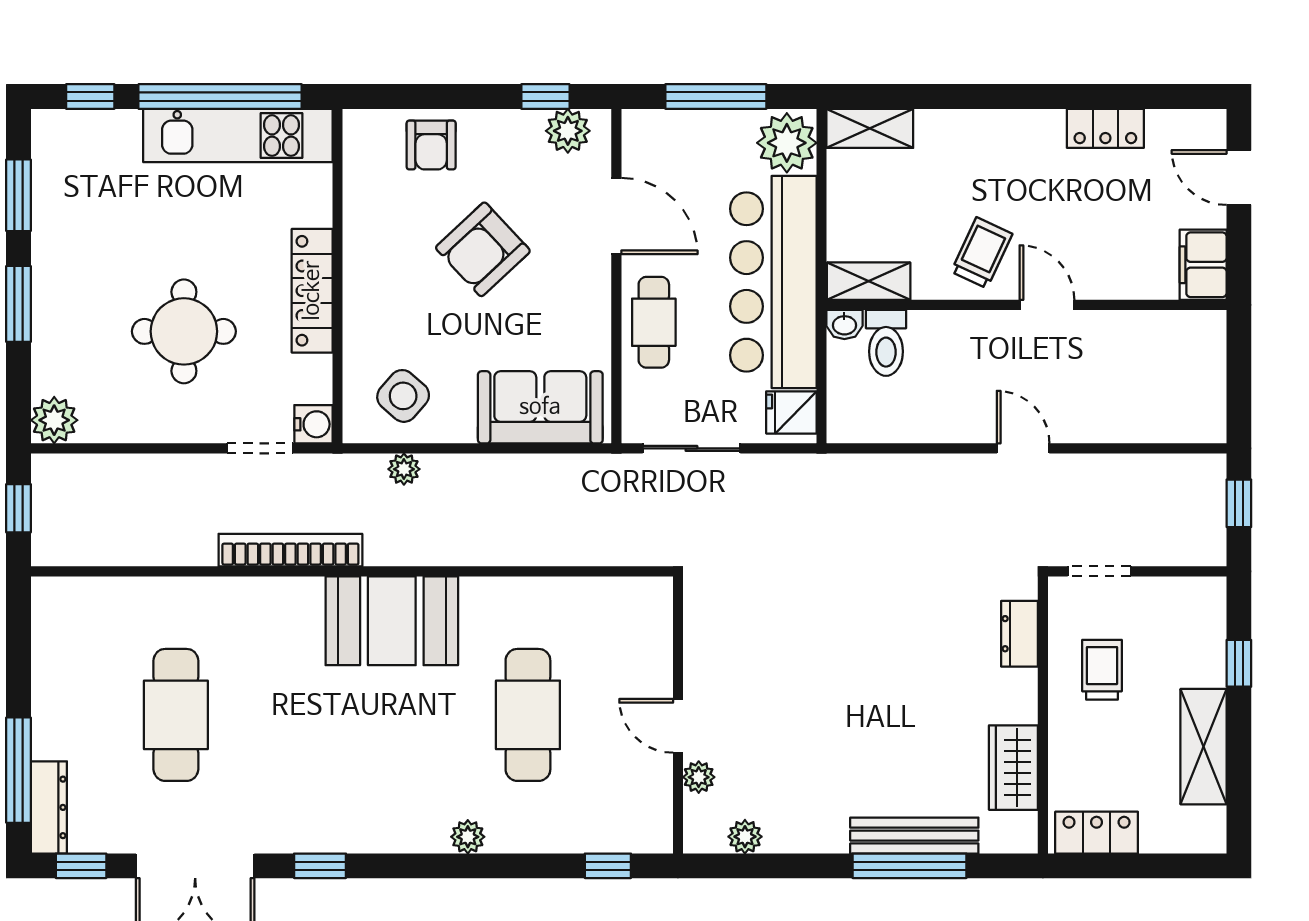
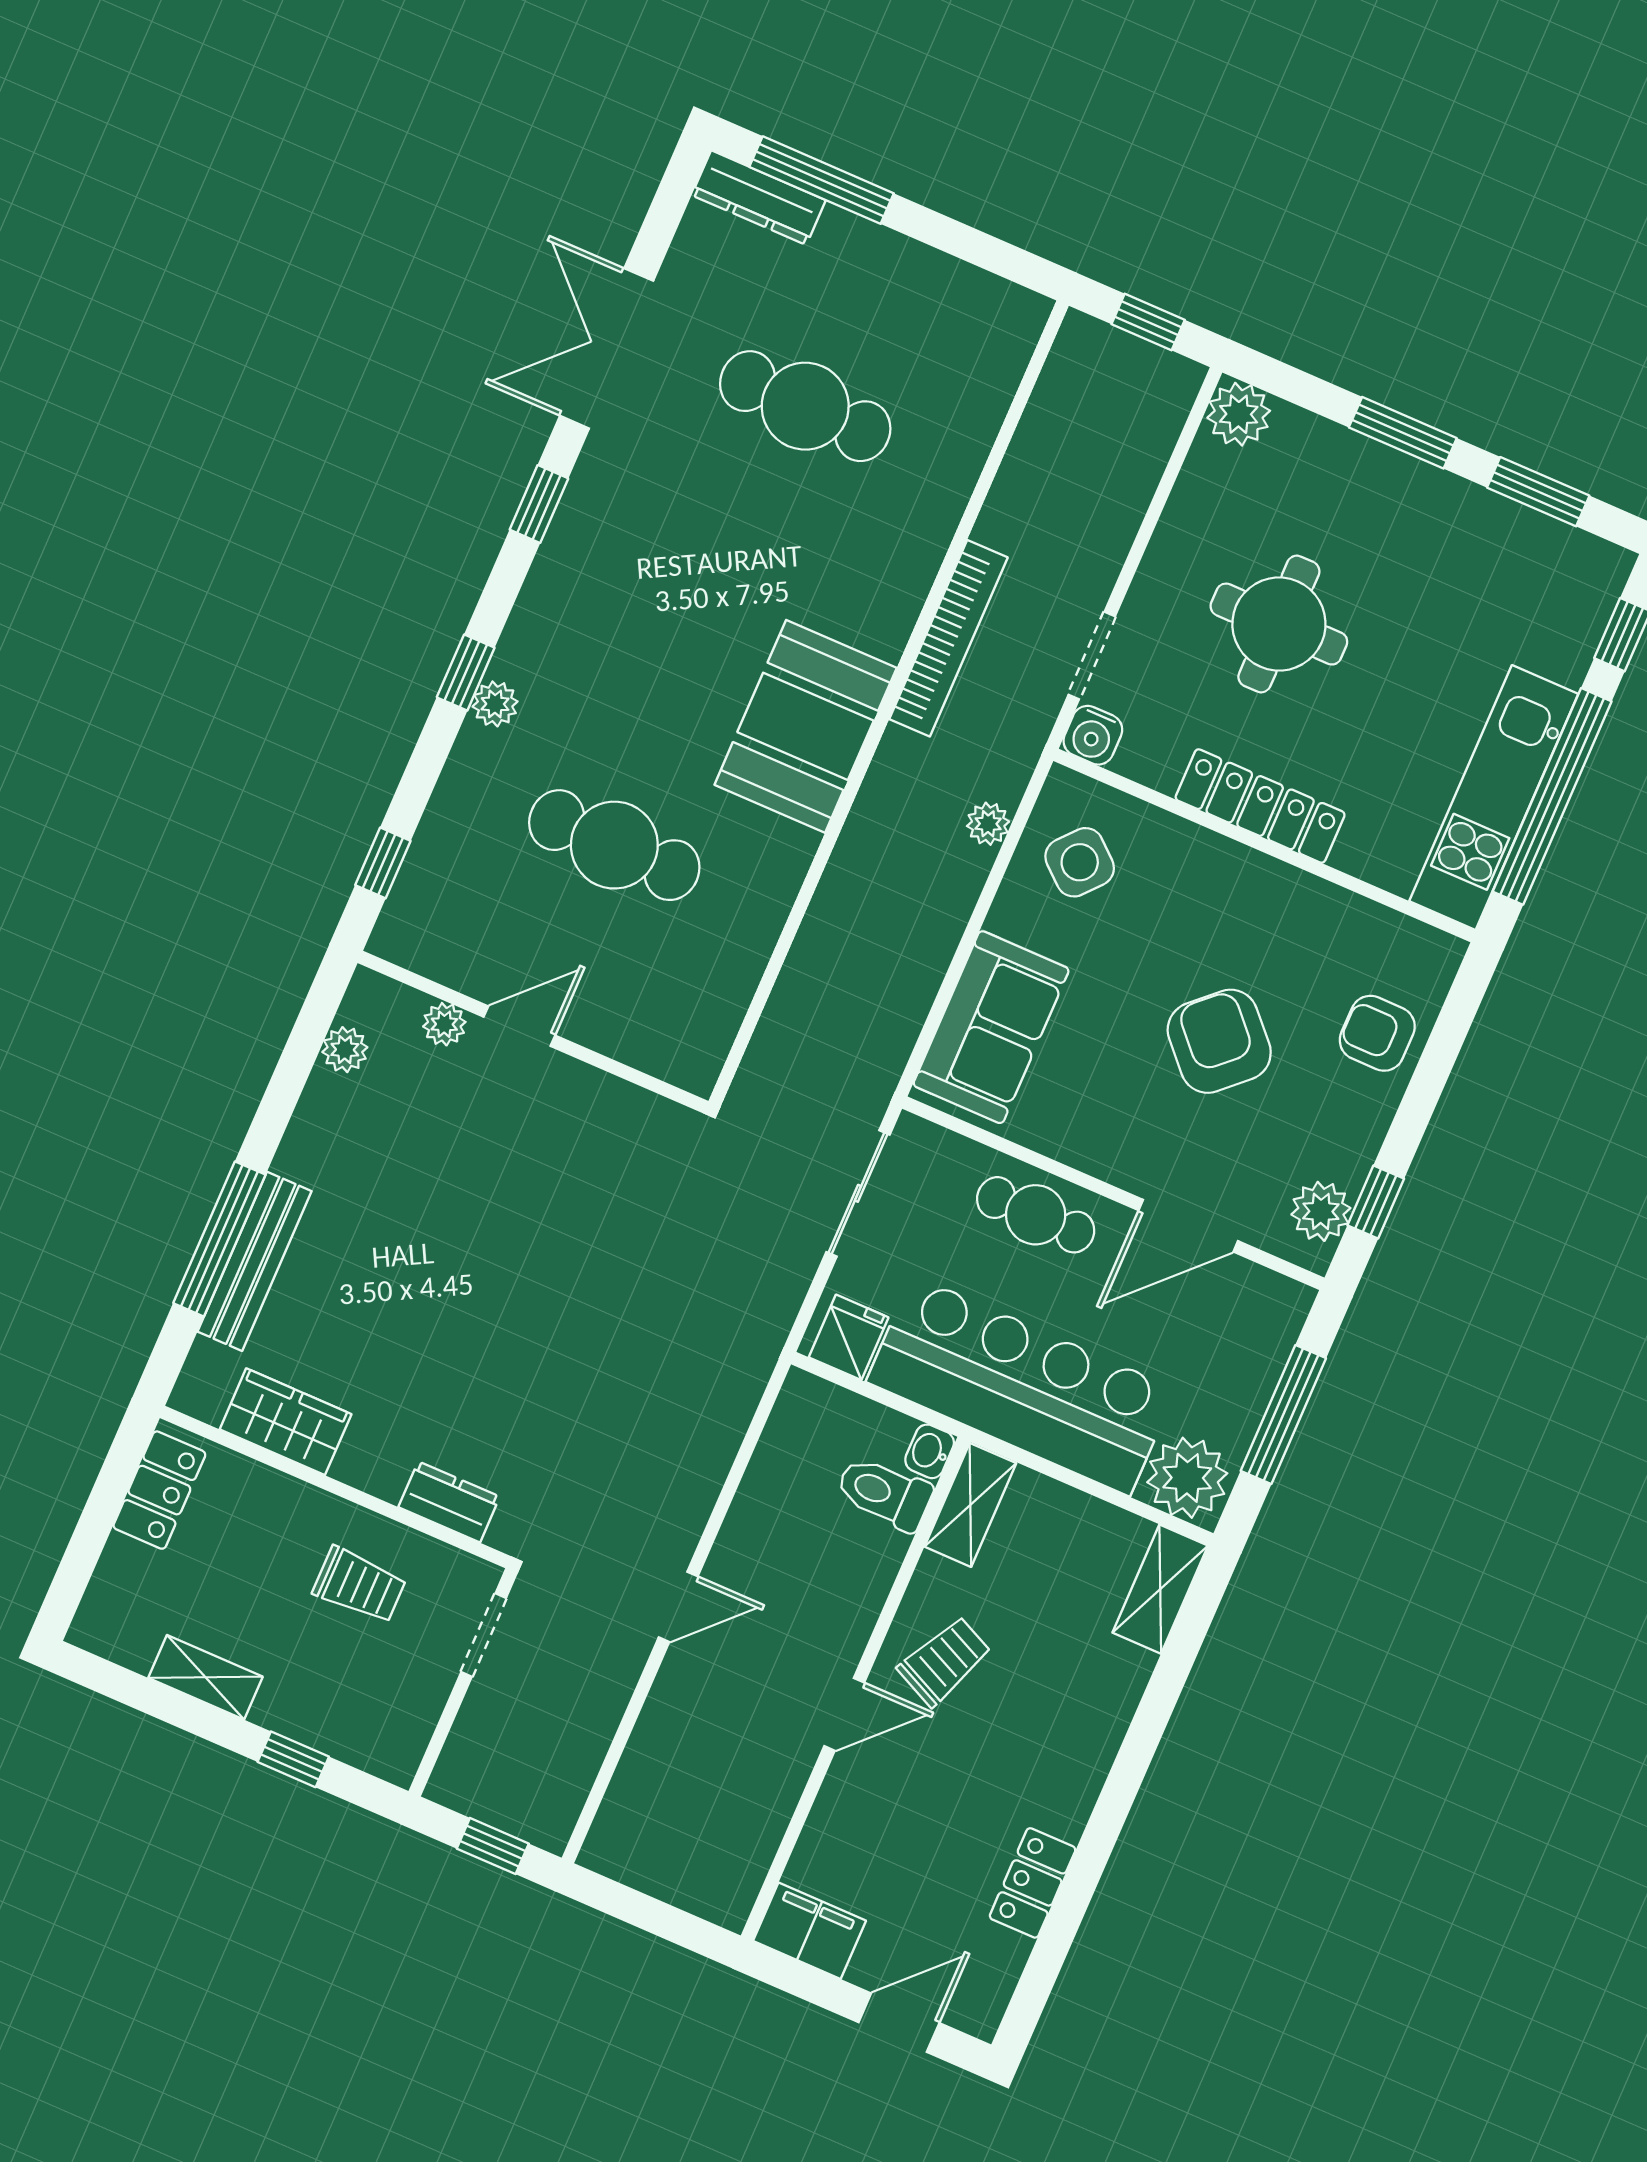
trolley: (982, 253) -> (945, 1661), turned -90
shelving: (1204, 747) -> (205, 1677), width x0.67, depth x0.75
window: (81, 866) -> (466, 673), moved

